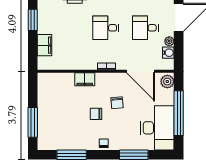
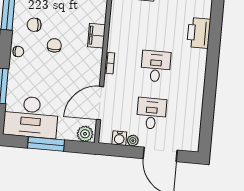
chair: (117, 103) -> (34, 25), moved
window: (179, 113) -> (46, 144), width x0.68

